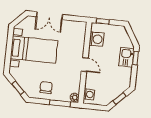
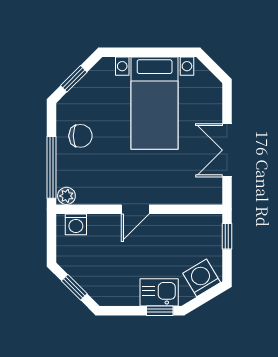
double door: (49, 16) -> (227, 150), moved
washing machine: (97, 39) -> (202, 278), moved, turned 149
window: (60, 103) -> (52, 167), width x1.44

